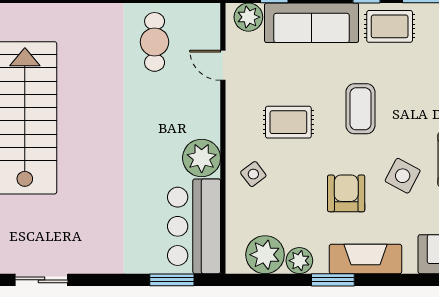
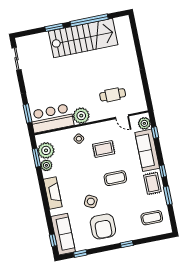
cafe table: (155, 42) -> (113, 95), moved
door: (223, 65) -> (122, 117), swing flipped
rug: (288, 122) -> (104, 149), turned 90
armchair: (346, 193) -> (79, 179), removed
window: (333, 280) -> (36, 158), moved

